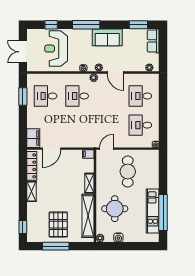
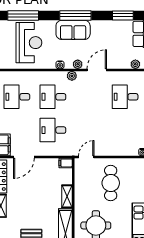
window: (51, 25) -> (23, 15), width x2.17
window: (86, 25) -> (75, 15), moved
sofa: (107, 37) -> (73, 30), moved
reception desk: (56, 49) -> (29, 43), turned 180
door: (116, 72) -> (97, 70), swing flipped
desk: (140, 125) -> (53, 130), moved

